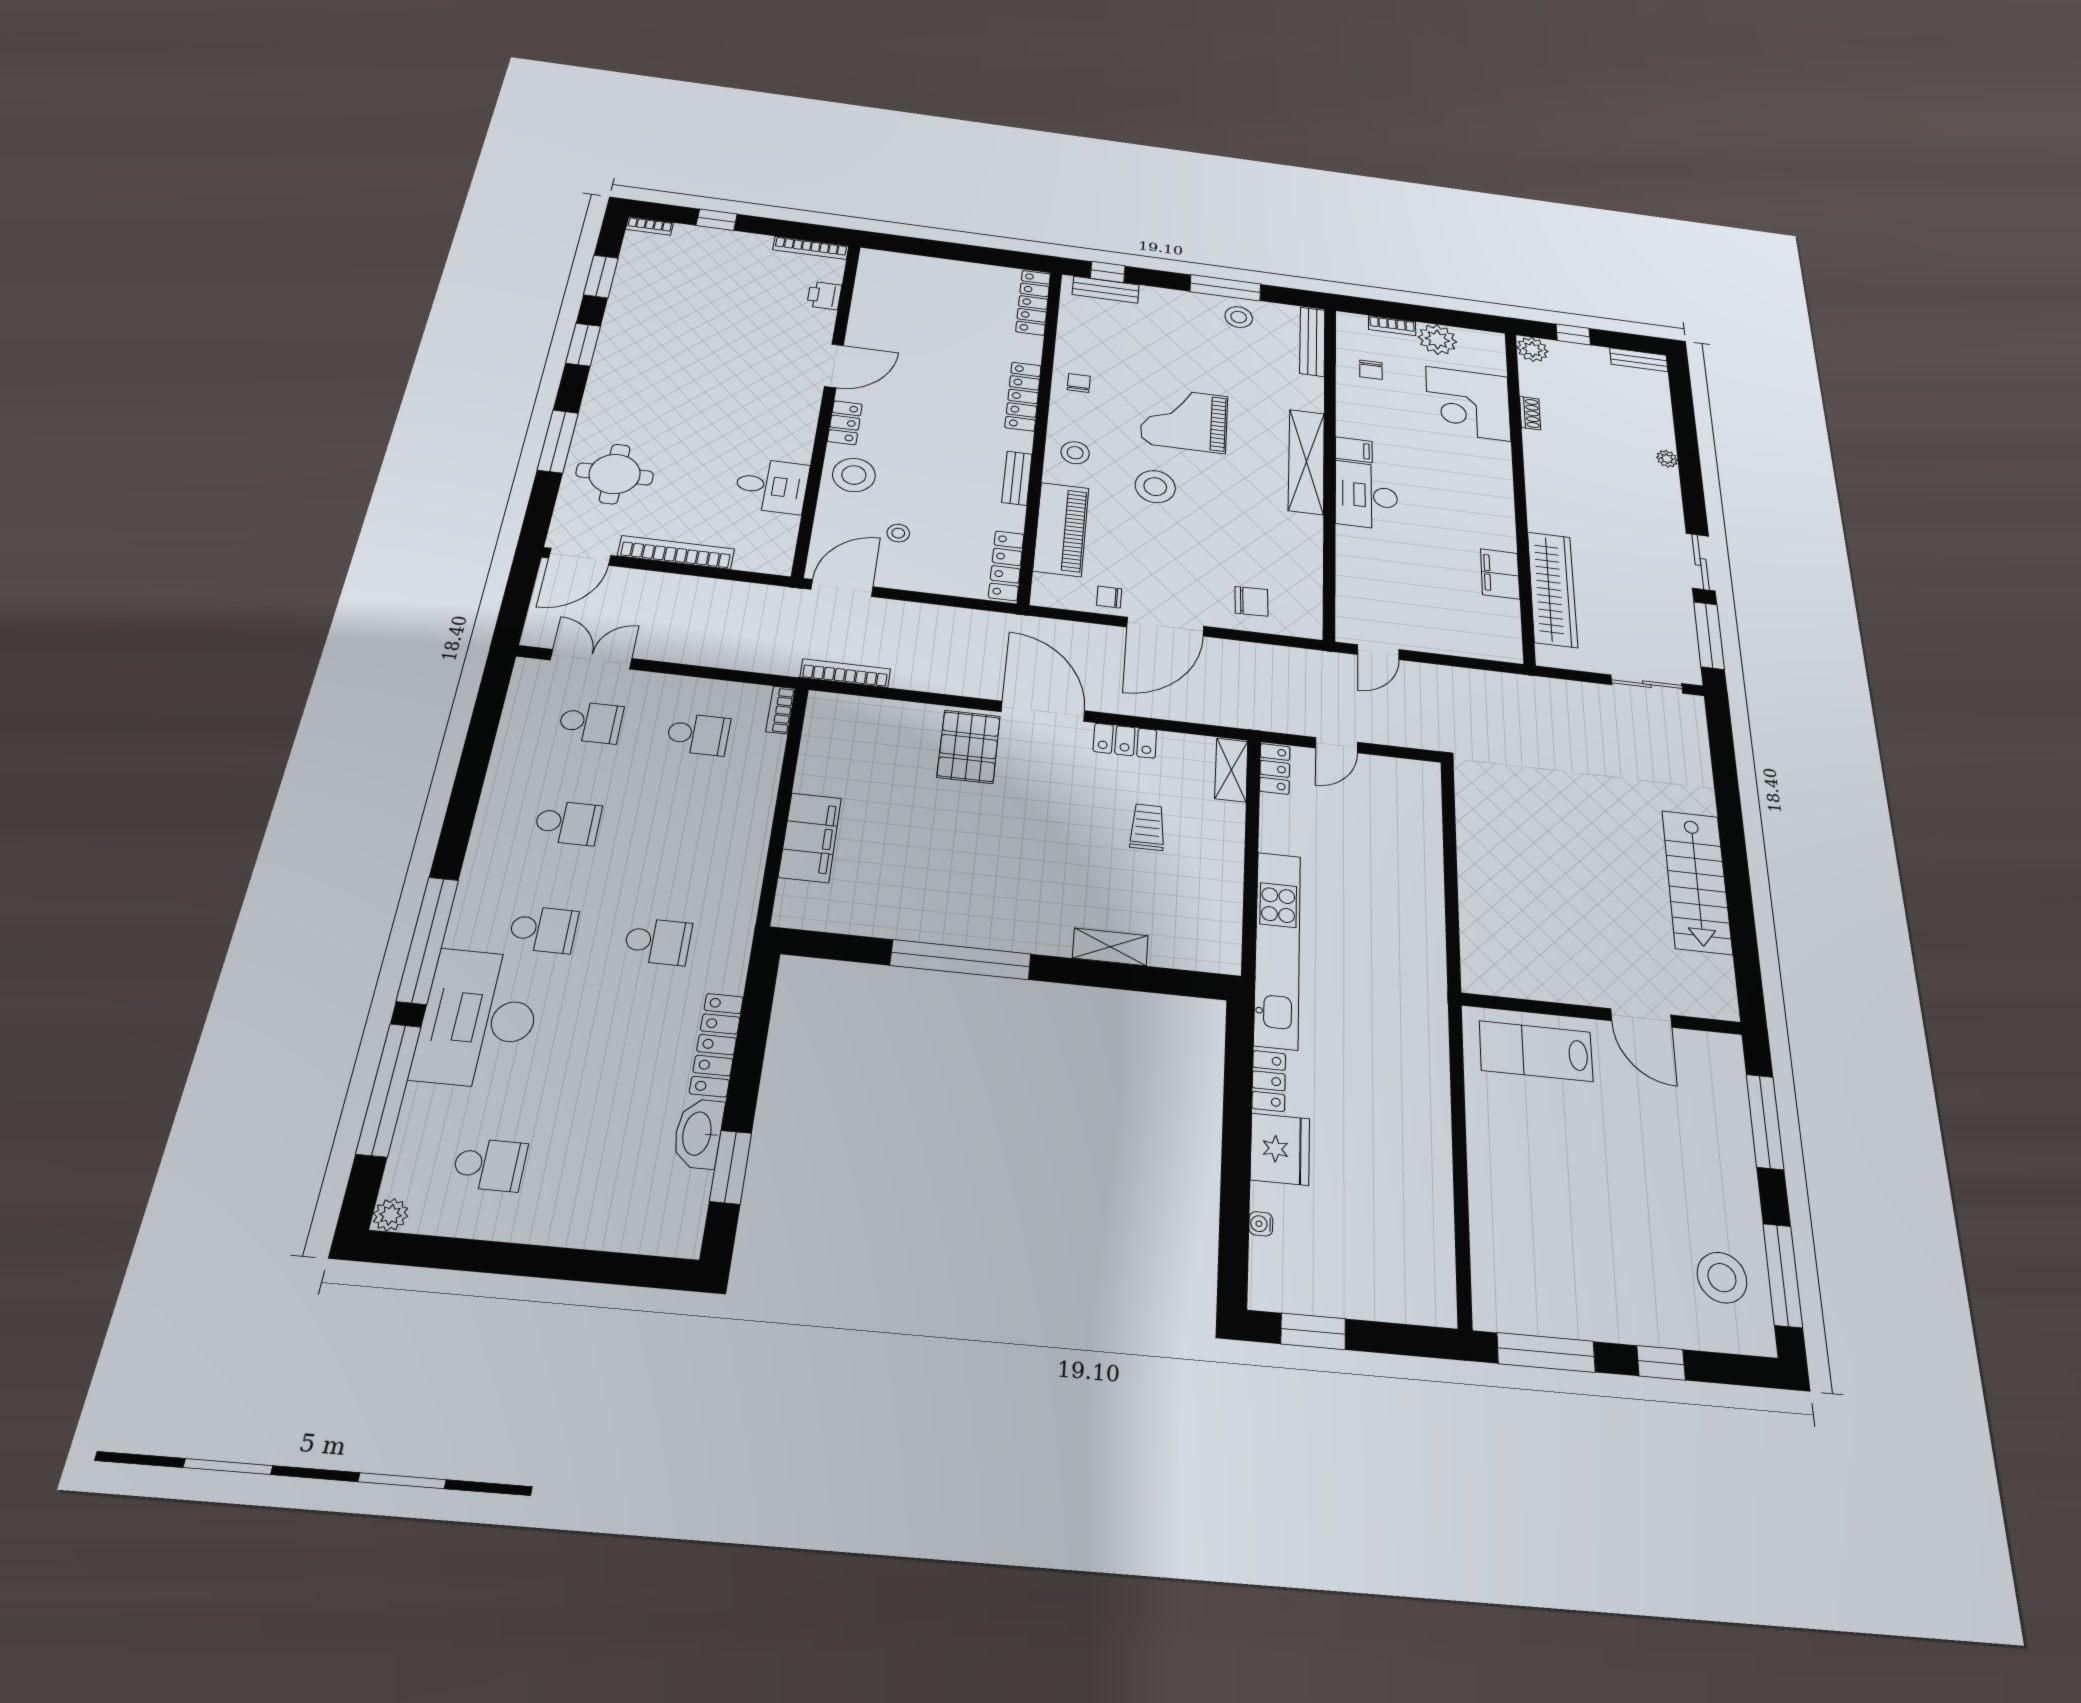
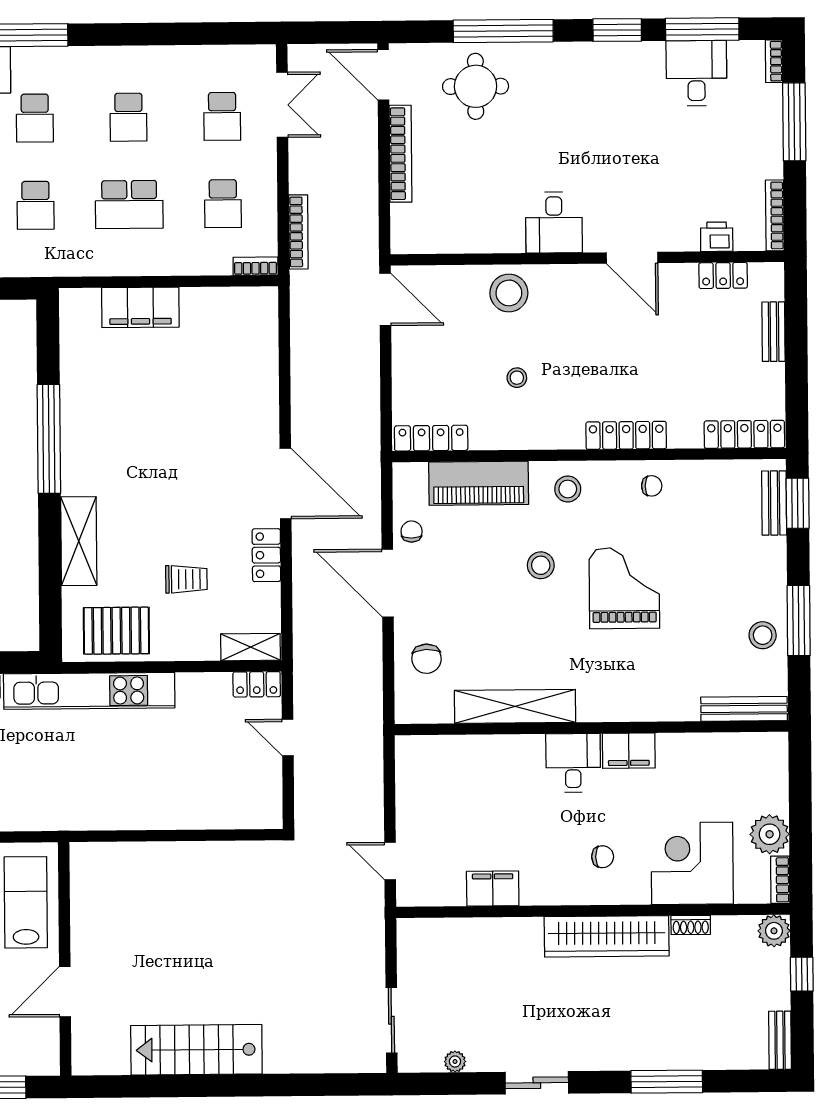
window: (717, 220) -> (794, 122), width x2.17
window: (1108, 272) -> (798, 503), width x1.50
window: (601, 276) -> (702, 29), width x1.44
desk: (647, 287) -> (696, 73), added
bookcase: (1392, 326) -> (780, 880), moved
chair: (1371, 370) -> (603, 857), moved, turned 180
locker: (845, 423) -> (723, 275), moved
window: (558, 441) -> (503, 31), width x1.46
filing cabinet: (1354, 450) -> (629, 751), width x2.00
plant: (1667, 459) -> (455, 1062), moved
shelving: (1306, 462) -> (515, 706), moved
bench: (1017, 478) -> (774, 332), moved, turned 90
desk: (772, 486) -> (554, 222), moved
stool: (1155, 487) -> (541, 565), width x0.73, depth x0.73
desk: (1366, 495) -> (573, 763), width x0.73
stool: (898, 533) -> (517, 378), moved
wardrobe: (1552, 589) -> (607, 936), moved
window: (1709, 635) -> (667, 1082), moved
door: (1378, 652) -> (390, 861), moved
bookcase: (845, 673) -> (298, 232), moved
door: (1043, 711) -> (286, 484), hinge flipped
pallet: (969, 747) -> (116, 631), moved
school desk: (679, 835) -> (129, 204), added
shelving: (1110, 947) -> (79, 541), width x1.50, depth x1.33

